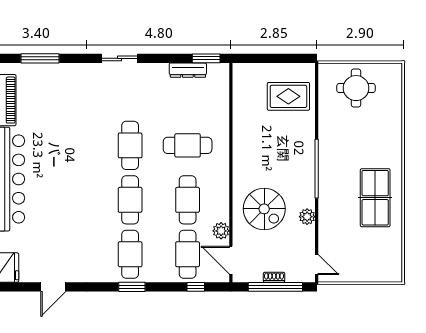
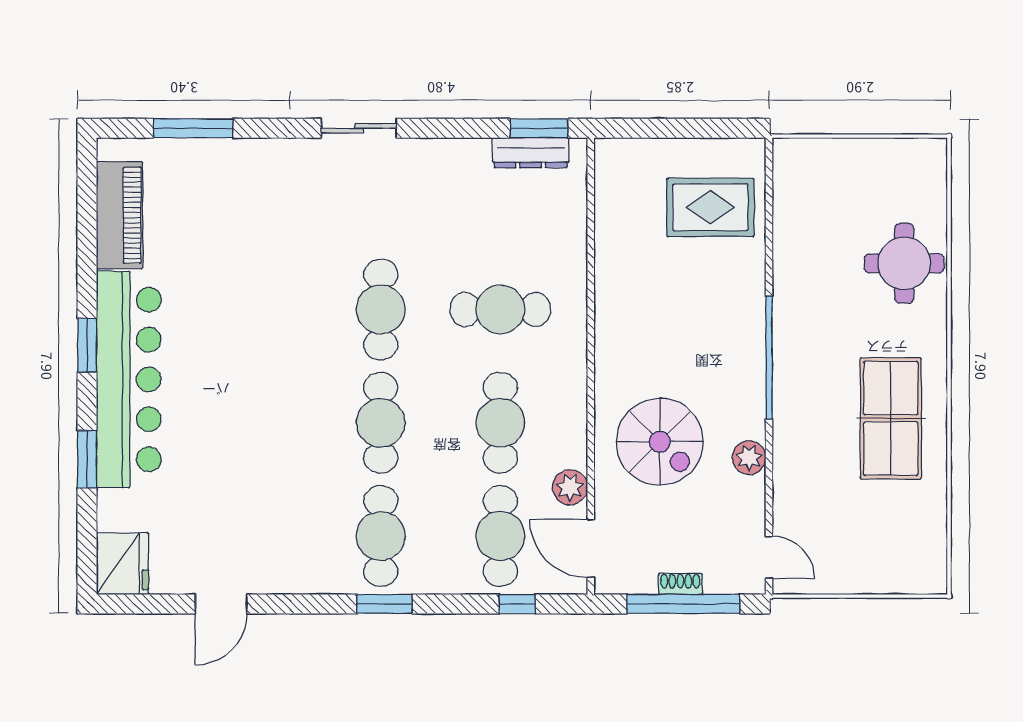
dresser: (188, 70) -> (531, 153), moved
round table: (356, 88) -> (904, 263), moved

